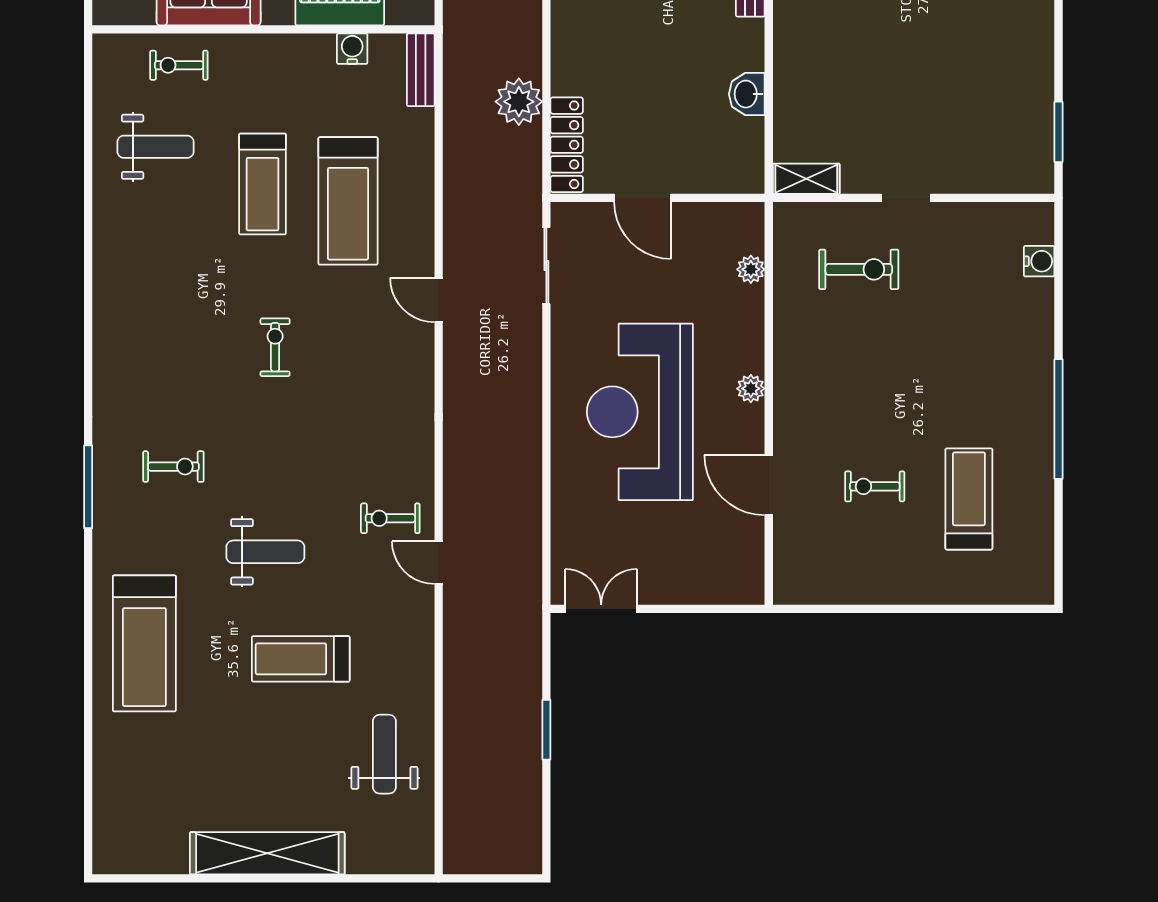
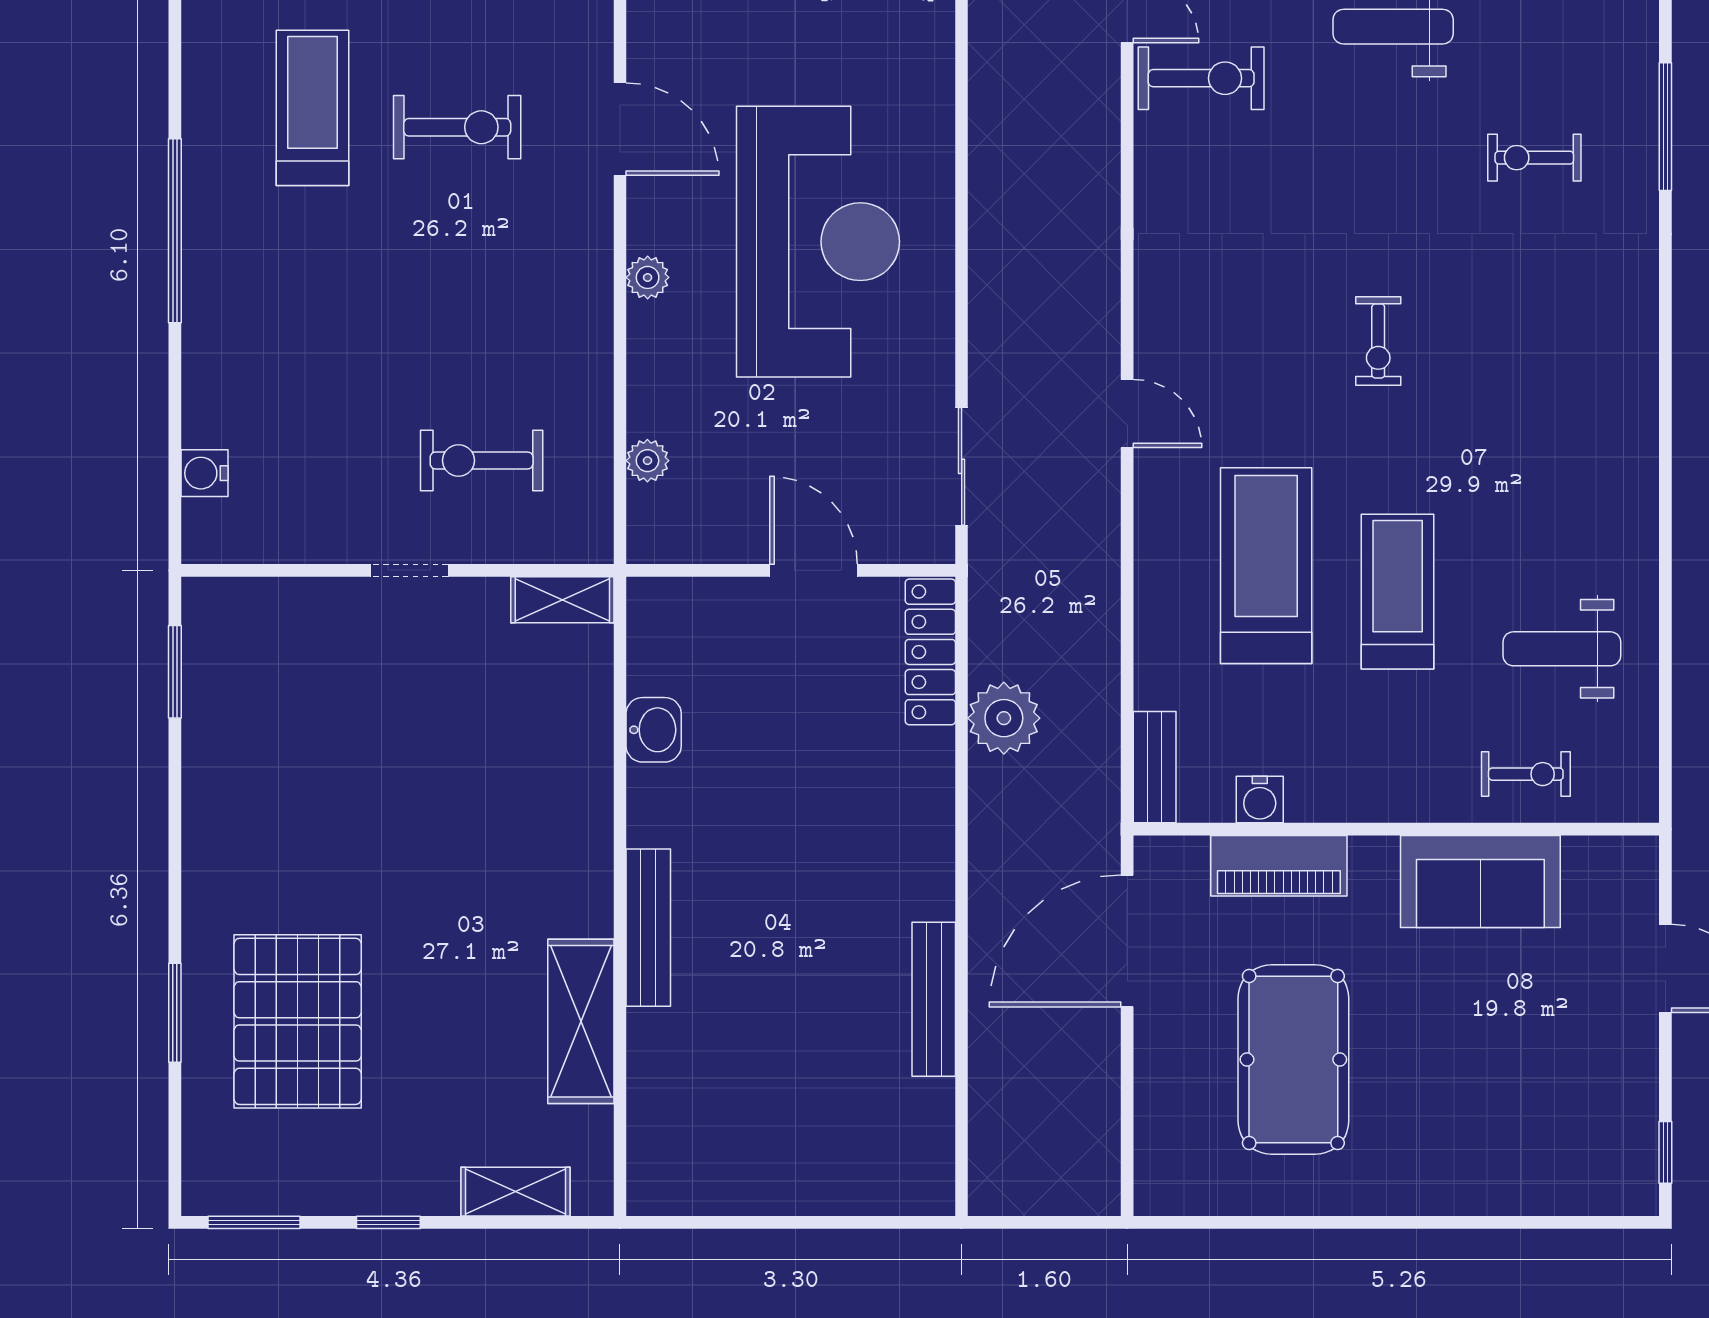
exercise bike: (875, 486) -> (457, 127), width x1.38, depth x1.39
treadmill: (969, 499) -> (312, 108), turned 180
exercise bike: (390, 518) -> (1201, 78), width x1.38, depth x1.39

